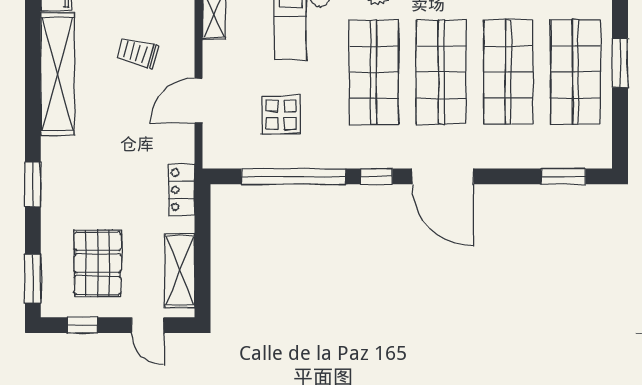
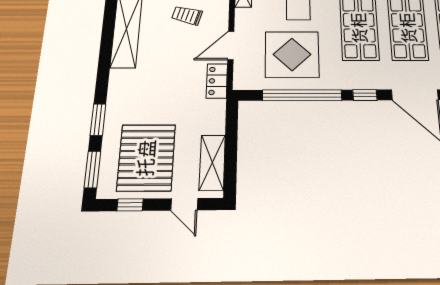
display table: (281, 115) -> (292, 54), width x1.86, depth x1.86
window: (33, 184) -> (98, 120), moved
locker: (182, 190) -> (217, 81), moved
pallet: (98, 263) -> (146, 158), width x1.37, depth x1.41

